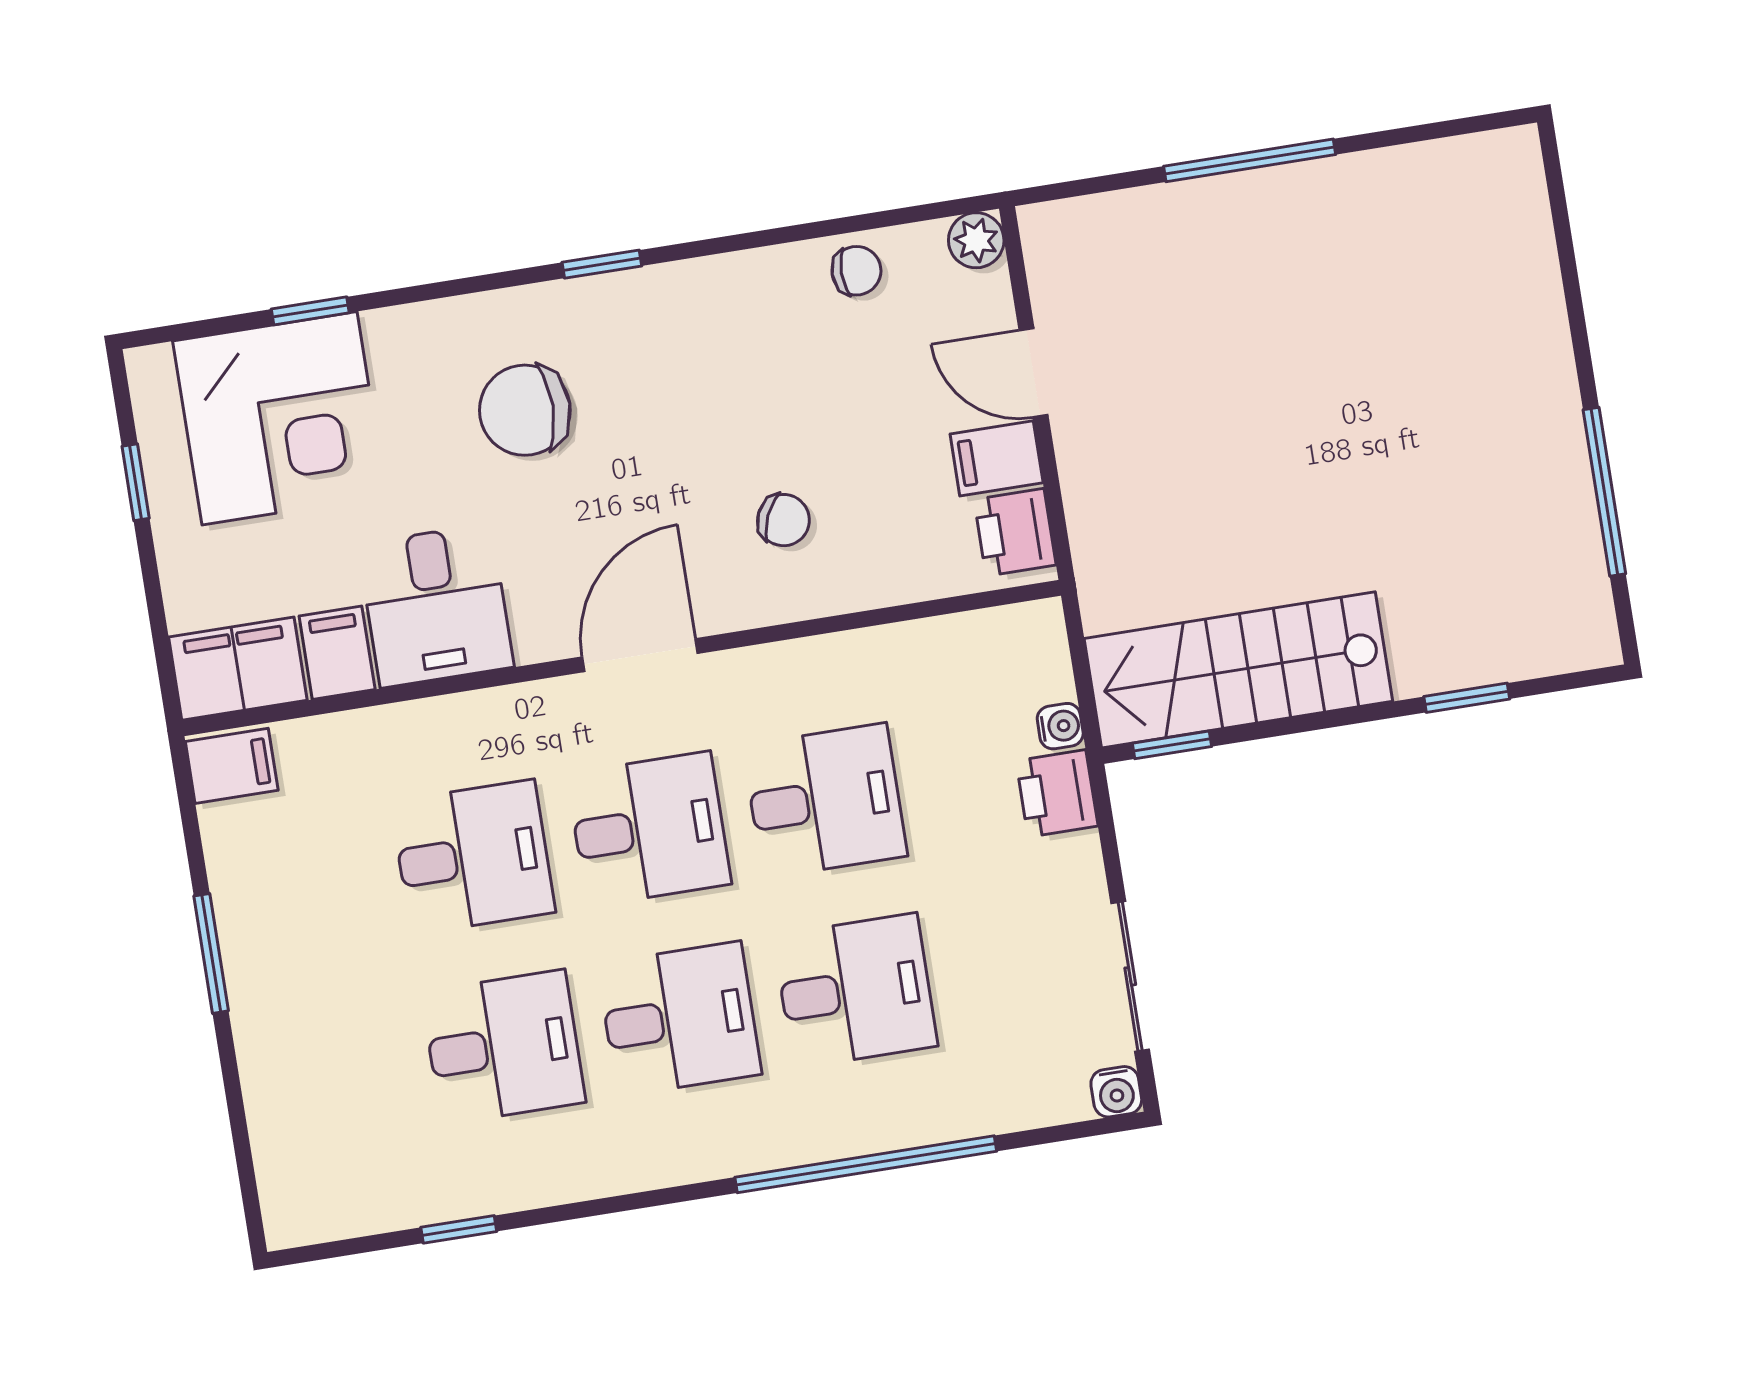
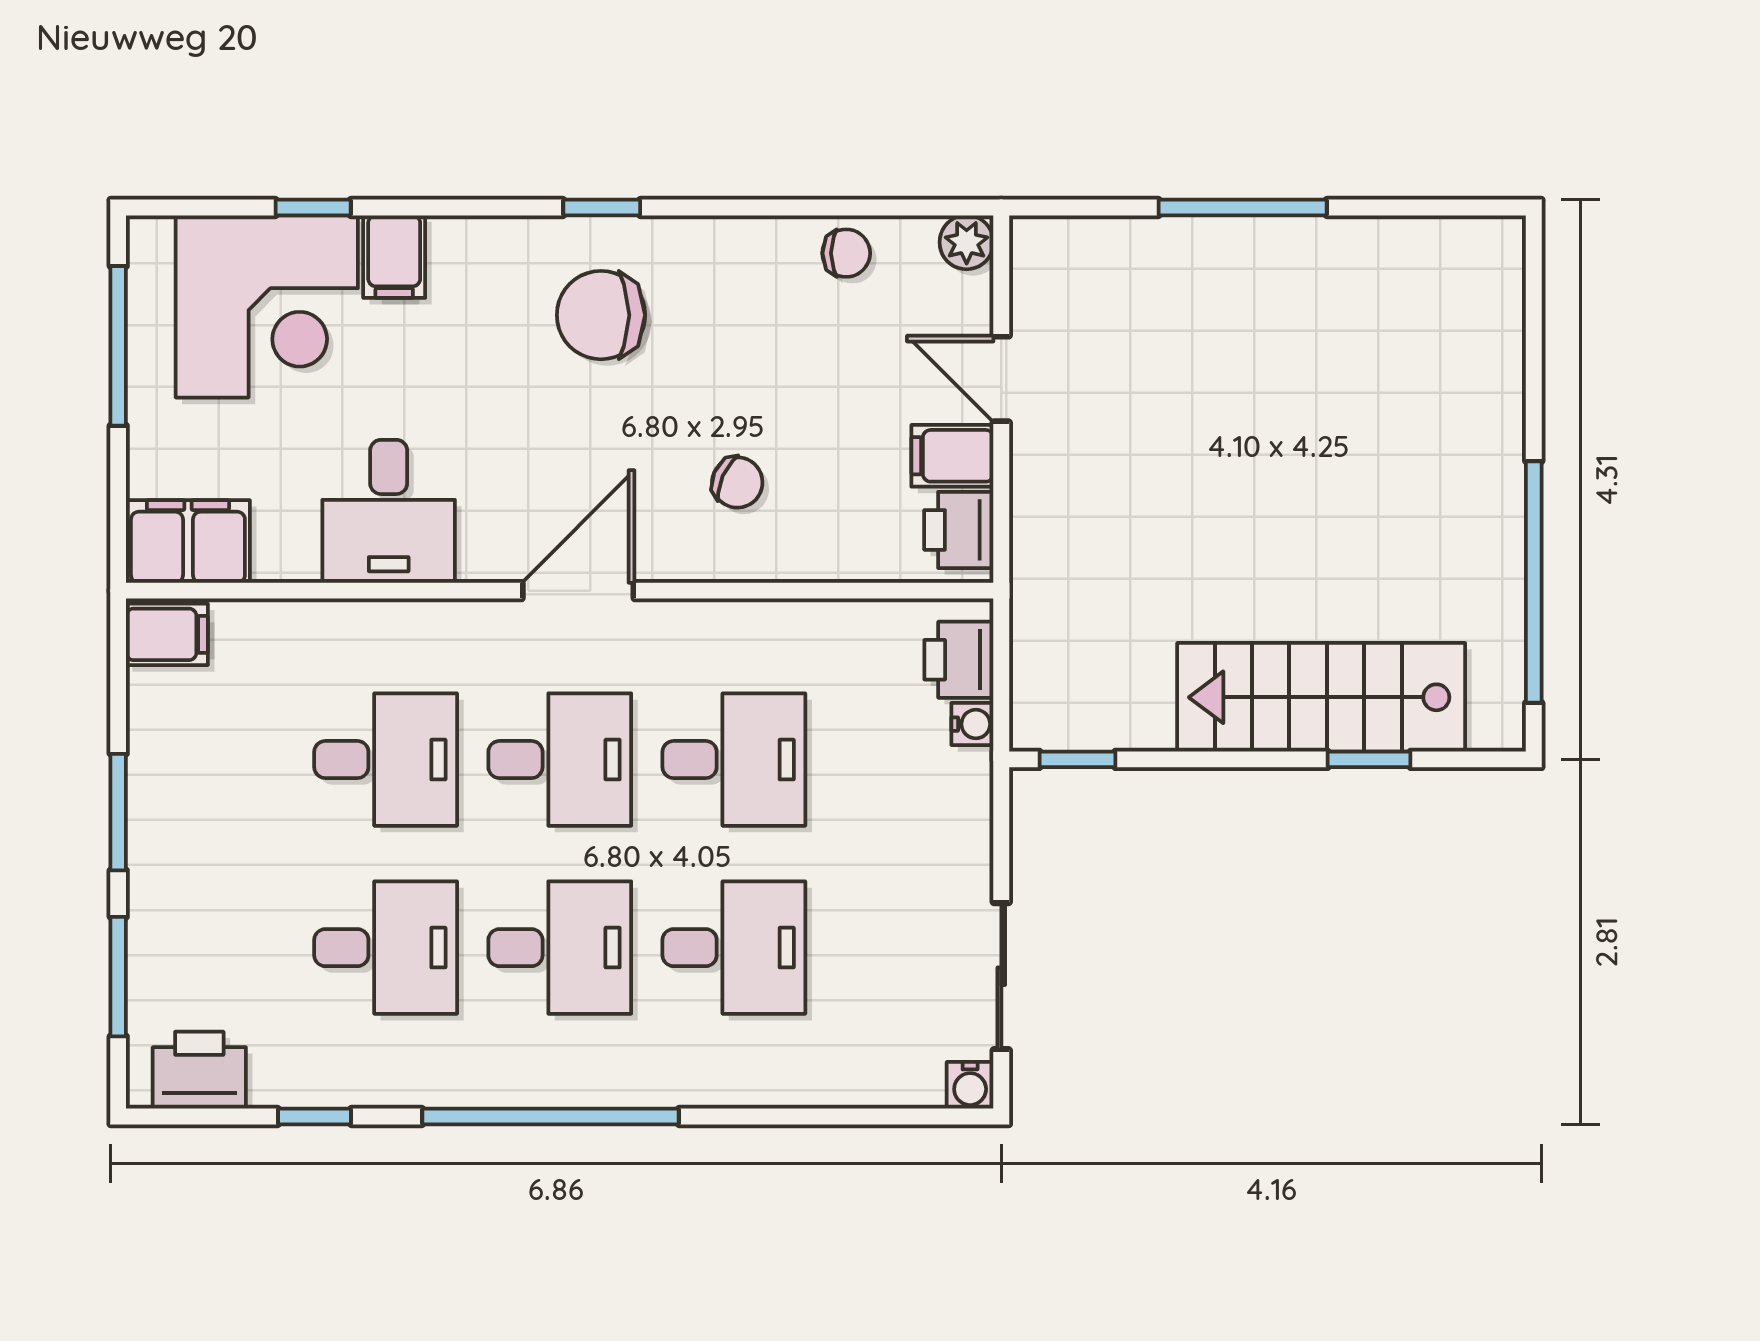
chair: (525, 410) -> (601, 315), moved
window: (136, 482) -> (118, 346), width x2.17
window: (1604, 492) -> (1534, 582), width x1.46
filing cabinet: (337, 653) -> (394, 257), moved, turned 180
stairs: (1238, 670) -> (1321, 697), moved
printer: (1057, 793) -> (959, 660), moved
window: (238, 1120) -> (118, 977), added
window: (866, 1164) -> (550, 1117), moved
printer: (335, 1201) -> (199, 1070), added

